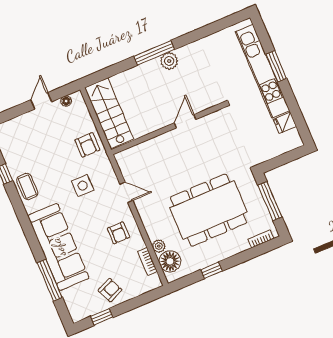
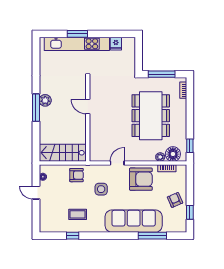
coffee table: (27, 186) -> (78, 214), moved
armchair: (118, 233) -> (141, 179), width x1.88, depth x1.88
window: (211, 270) -> (190, 146), moved

